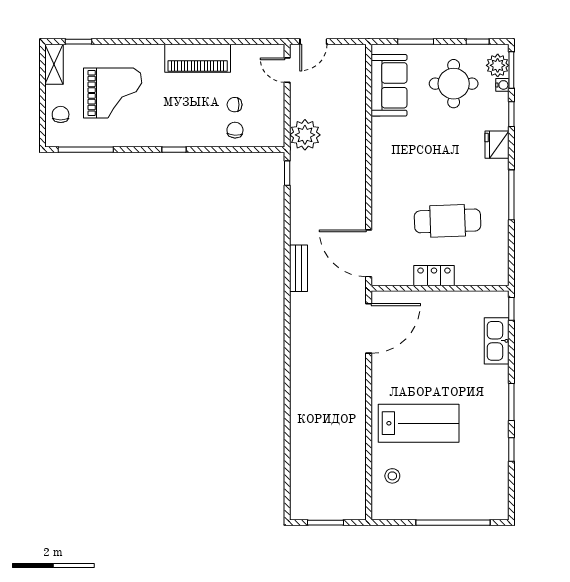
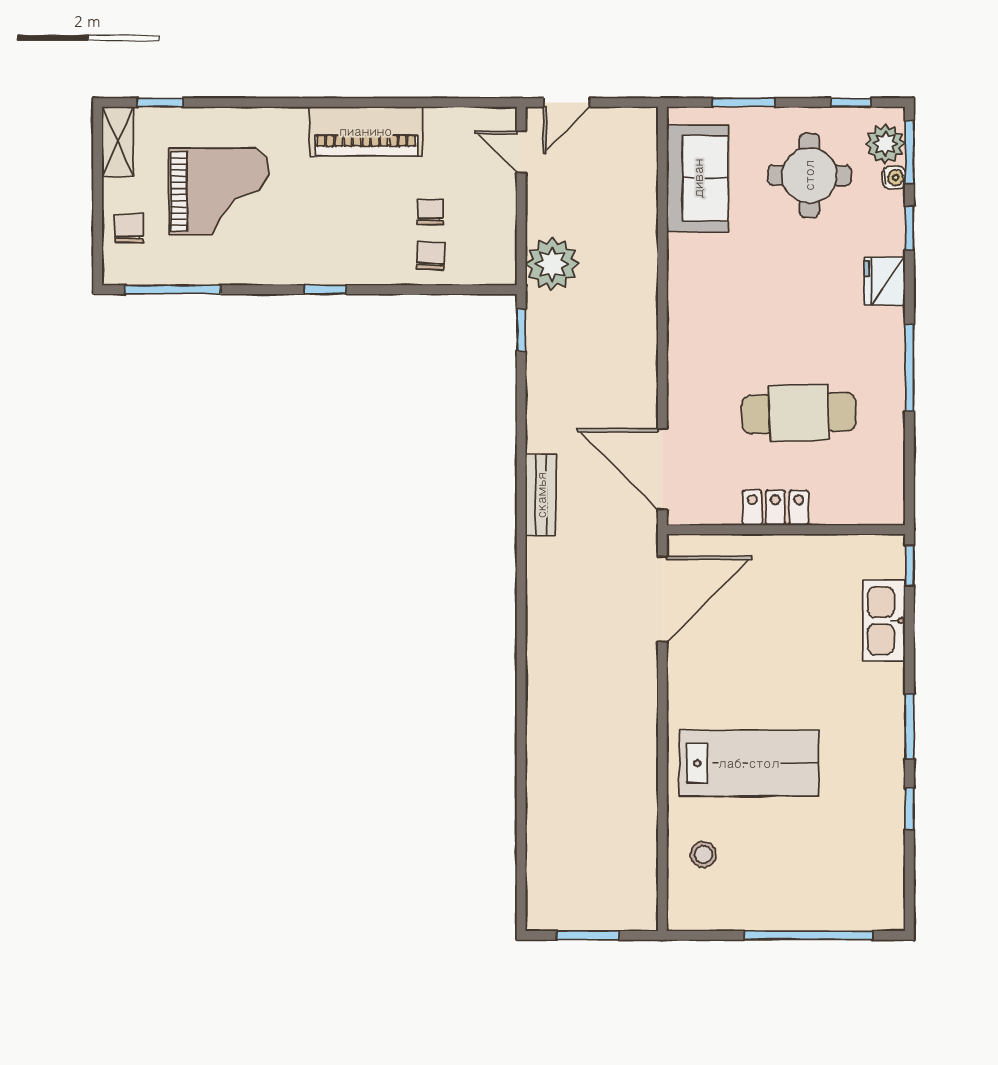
chair: (235, 105) -> (430, 212), turned 90

